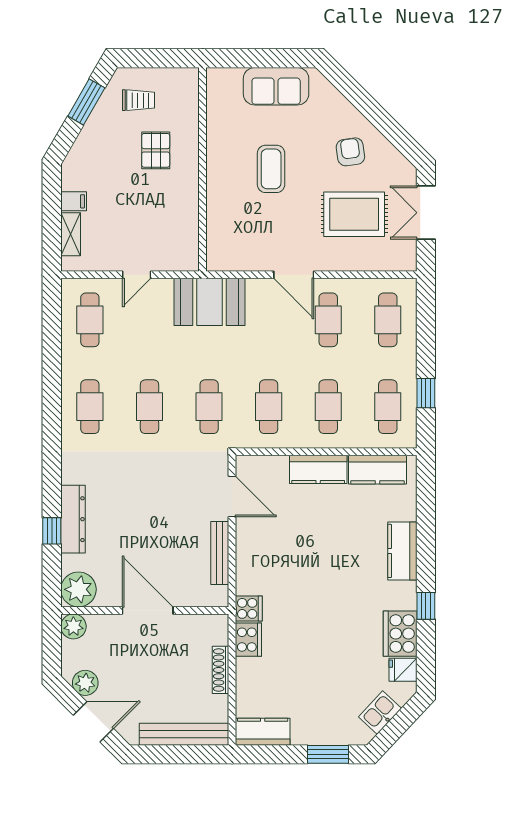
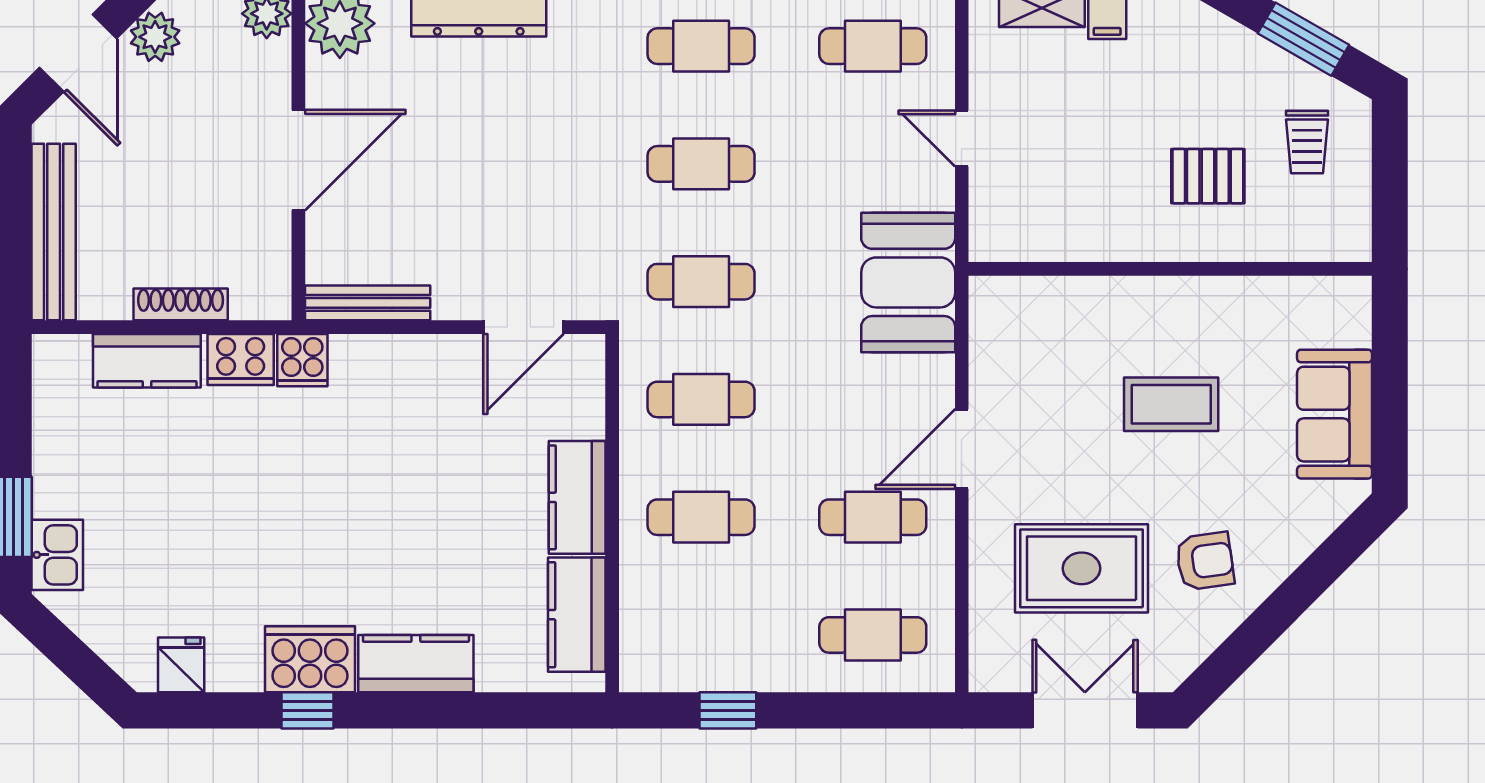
rug: (354, 214) -> (1082, 568), turned 90
cafe table: (388, 407) -> (701, 635), removed
bench: (220, 553) -> (368, 303), moved
cooker: (400, 634) -> (310, 659), moved
kitchen sink: (380, 713) -> (57, 555), moved, turned 47
kitchen counter: (263, 732) -> (147, 361), moved, turned 90

